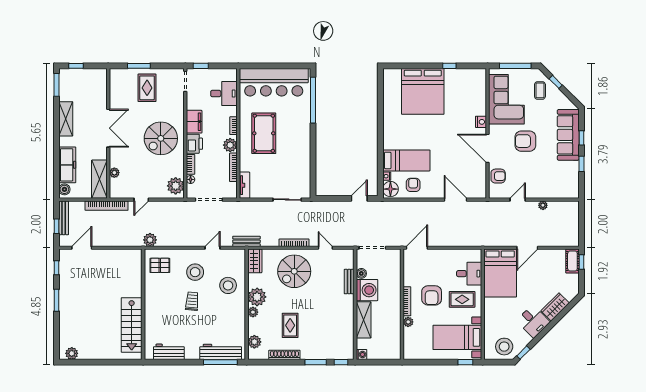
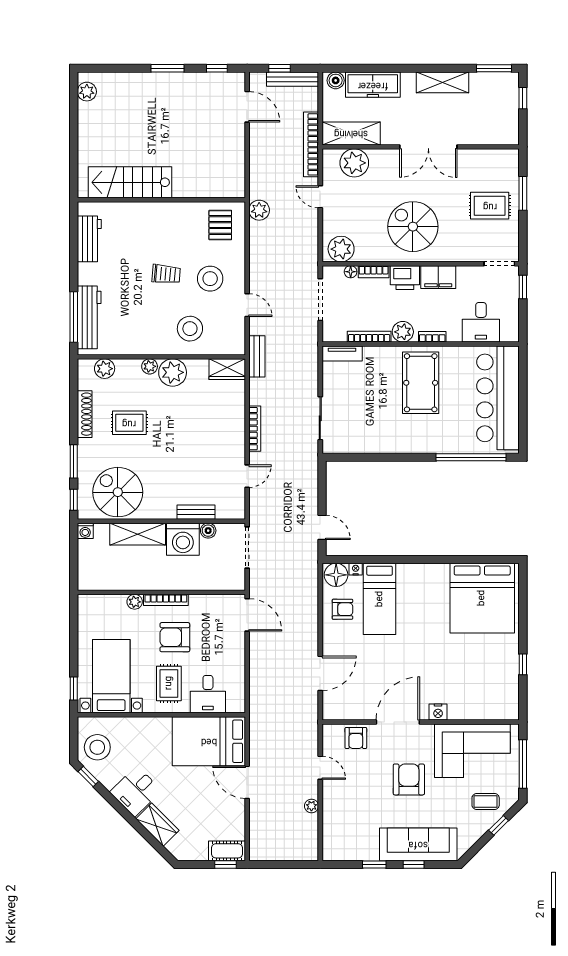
bed: (423, 91) -> (482, 598), moved, turned -90
pool table: (264, 133) -> (421, 383), turned 90
plant: (114, 173) -> (354, 163), width x1.88, depth x1.88
spiral stairs: (294, 271) -> (118, 492), moved

